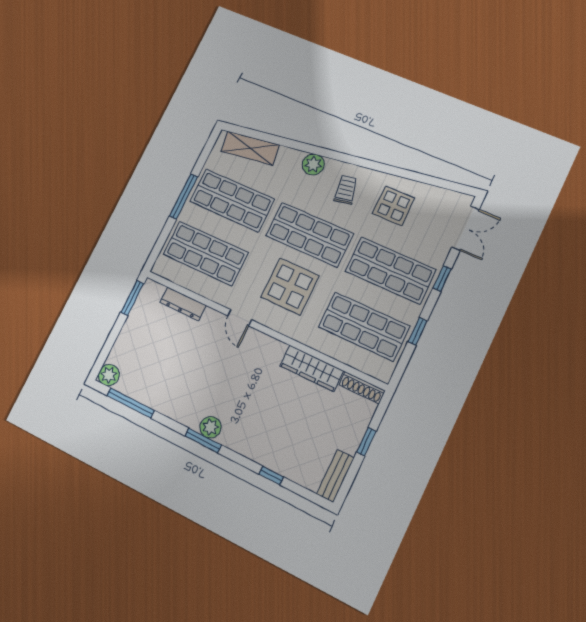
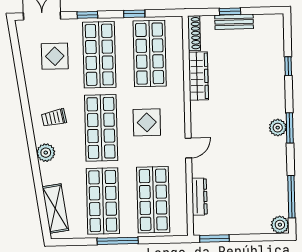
display table: (393, 206) -> (55, 56), moved
display table: (290, 286) -> (147, 122), width x0.73, depth x0.73
bench: (335, 476) -> (234, 22), moved

